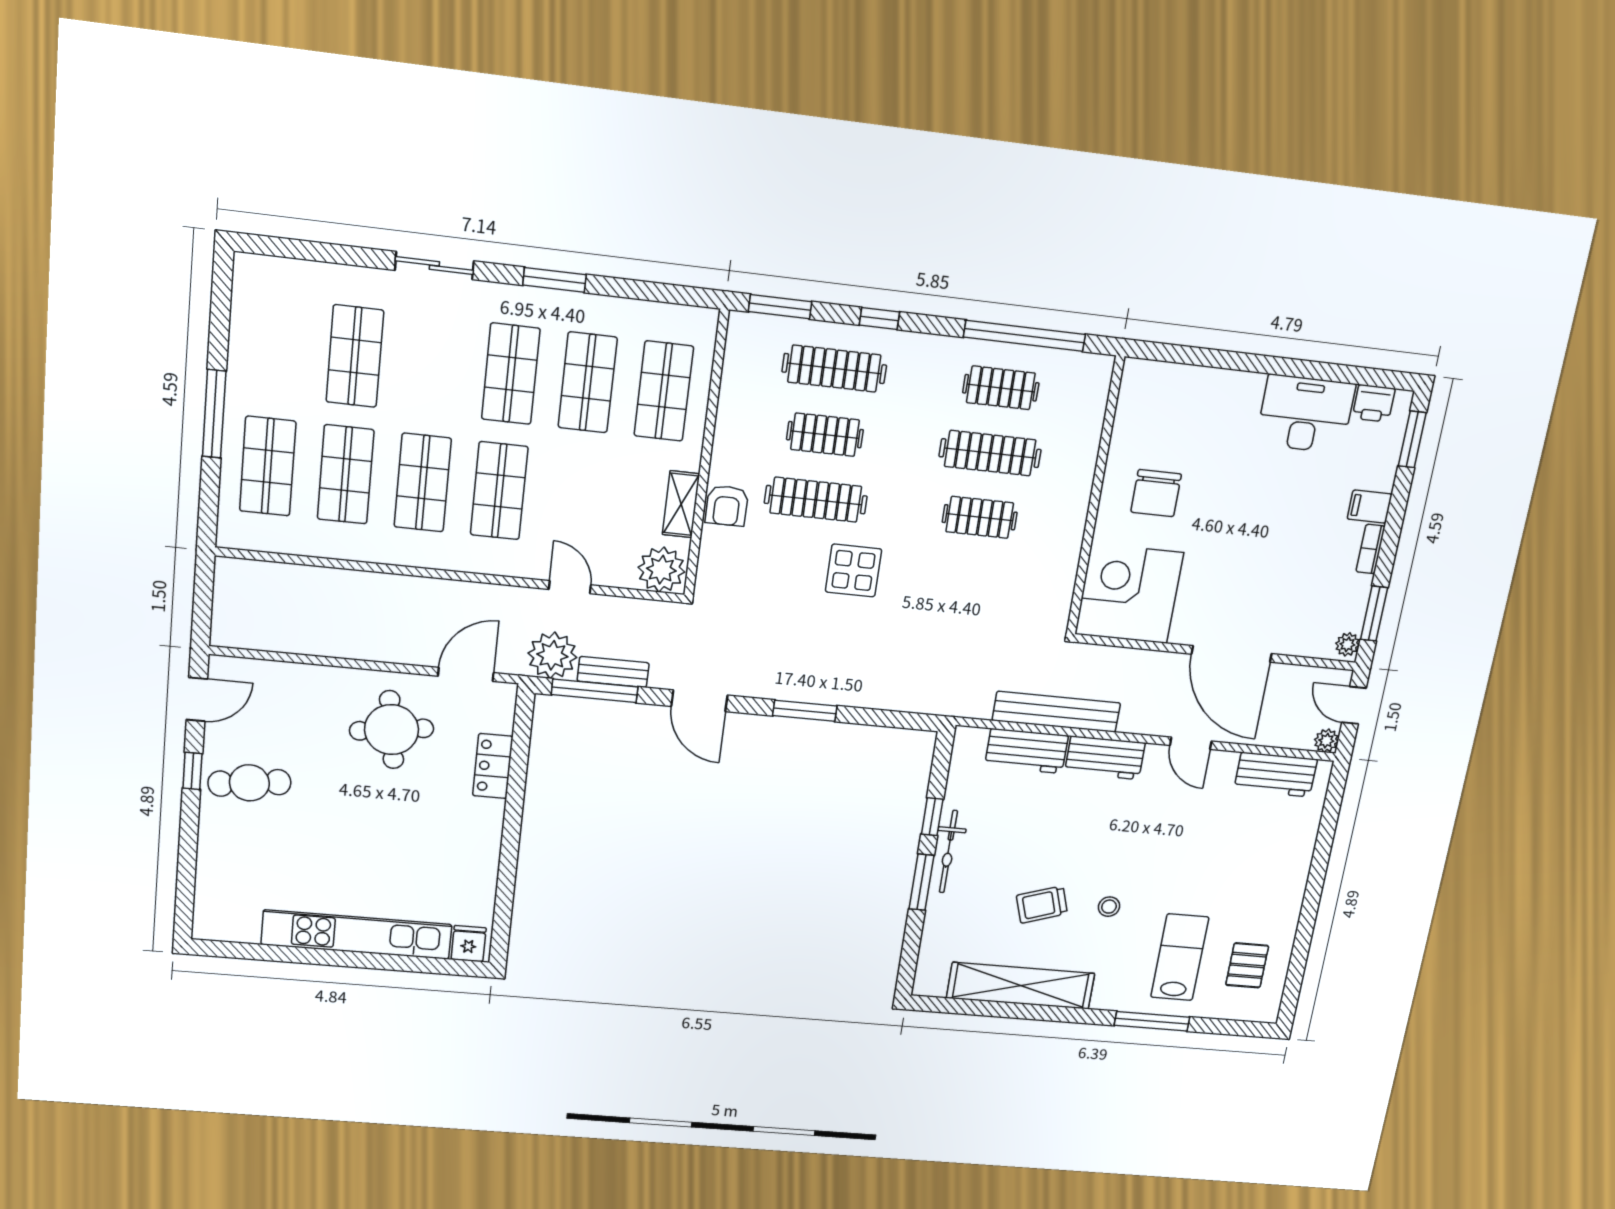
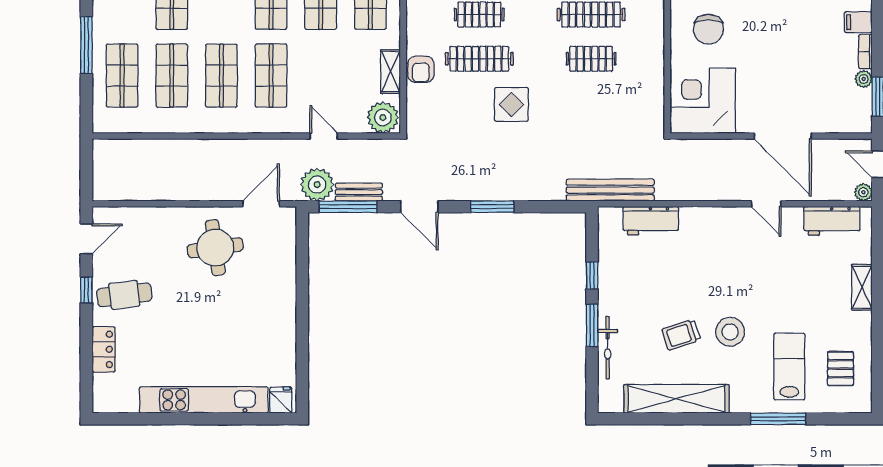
plant: (1347, 644) -> (864, 79), moved
bench: (1056, 712) -> (610, 190), moved
workbench: (1105, 758) -> (707, 220), removed
locker: (493, 766) -> (104, 349), moved, turned 180
bicycle: (948, 852) -> (608, 348), moved
shelving: (1298, 865) -> (862, 287), added
stool: (1109, 907) -> (730, 332), width x1.89, depth x1.89

